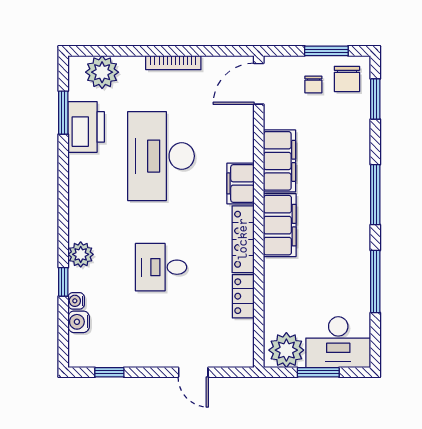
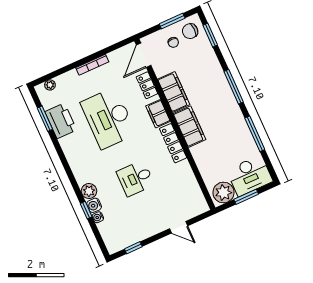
plant: (102, 72) -> (50, 85), width x0.53, depth x0.53
chair: (347, 79) -> (190, 31), turned 90
locker: (243, 296) -> (147, 85), moved
water cooler: (79, 322) -> (94, 205), moved

